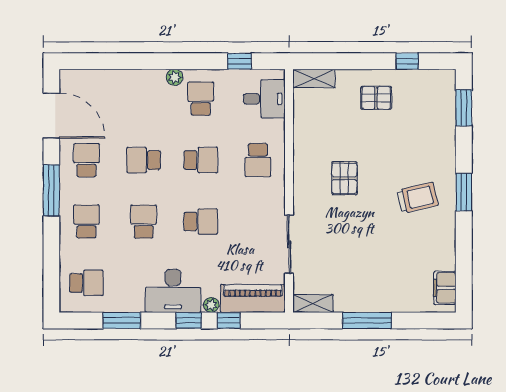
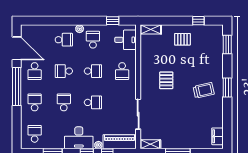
school desk: (144, 99) -> (64, 40), added
school desk: (86, 160) -> (35, 71), turned 180
window: (51, 190) -> (17, 87), width x1.46
school desk: (86, 283) -> (35, 134), turned -90

